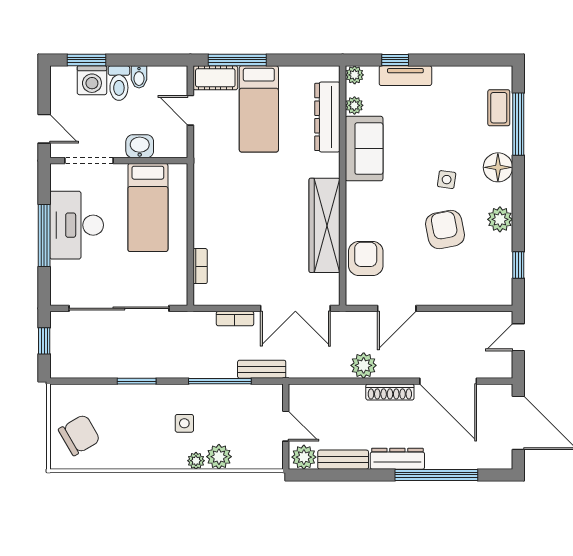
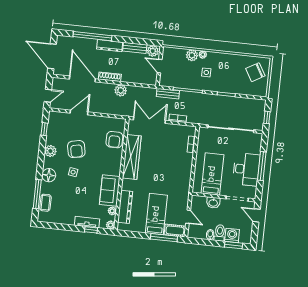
door: (397, 308) -> (79, 113), moved

